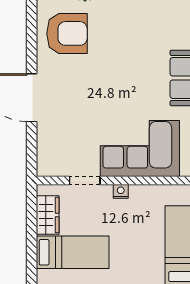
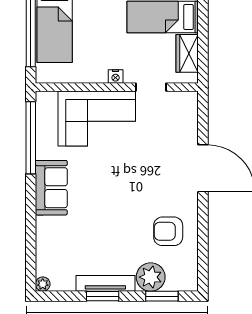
armchair: (67, 33) -> (168, 231), width x0.73, depth x0.73

